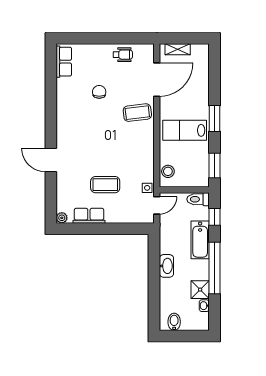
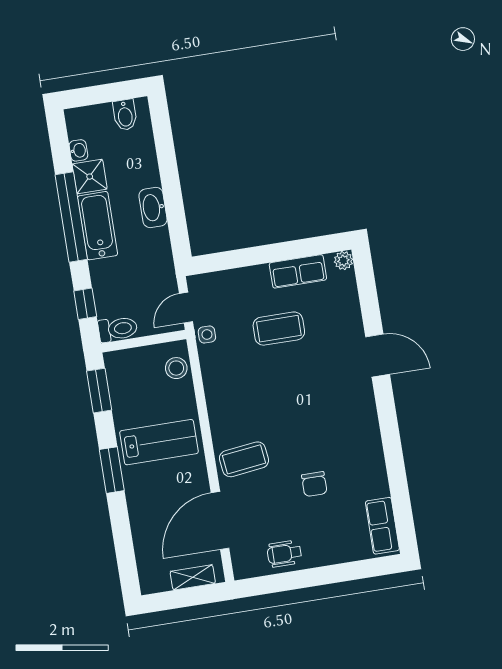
bathtub: (200, 240) -> (98, 226), moved

